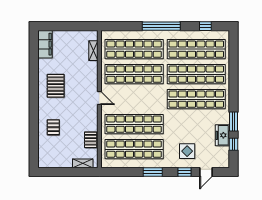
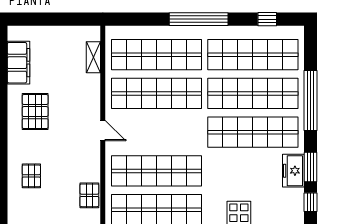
filing cabinet: (45, 44) -> (19, 63), moved
window: (233, 79) -> (311, 101), added
freezer: (222, 135) -> (293, 171), moved

